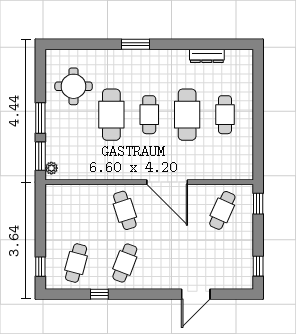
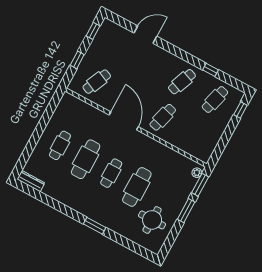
dresser: (207, 56) -> (31, 181), moved
window: (258, 204) -> (77, 60), moved
cafe table: (125, 210) -> (163, 117), turned 33

